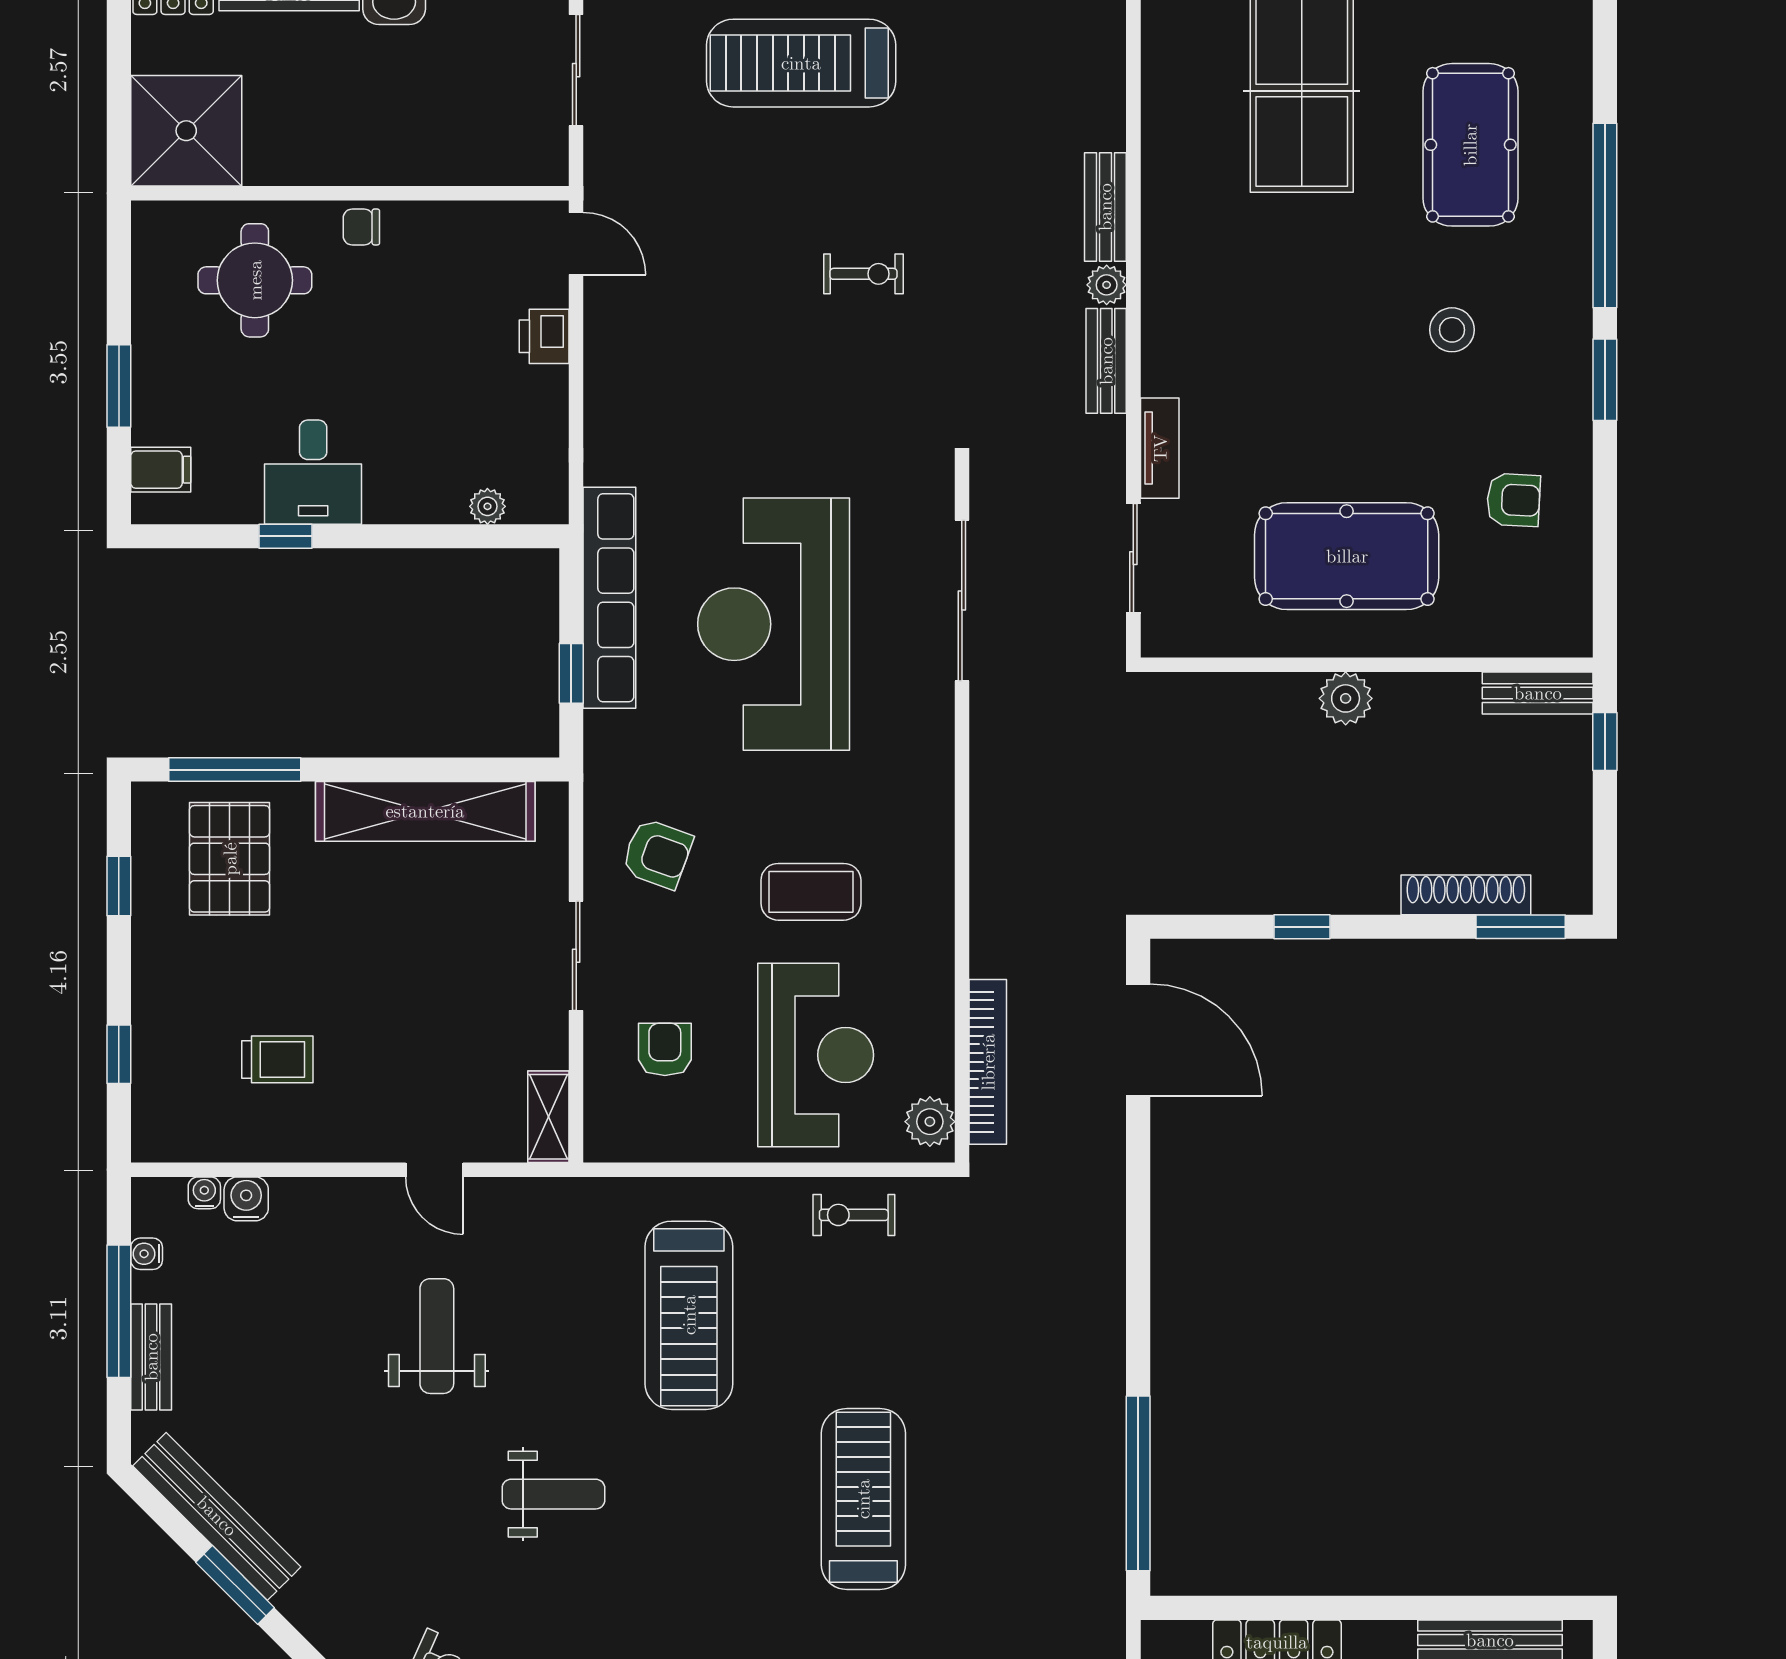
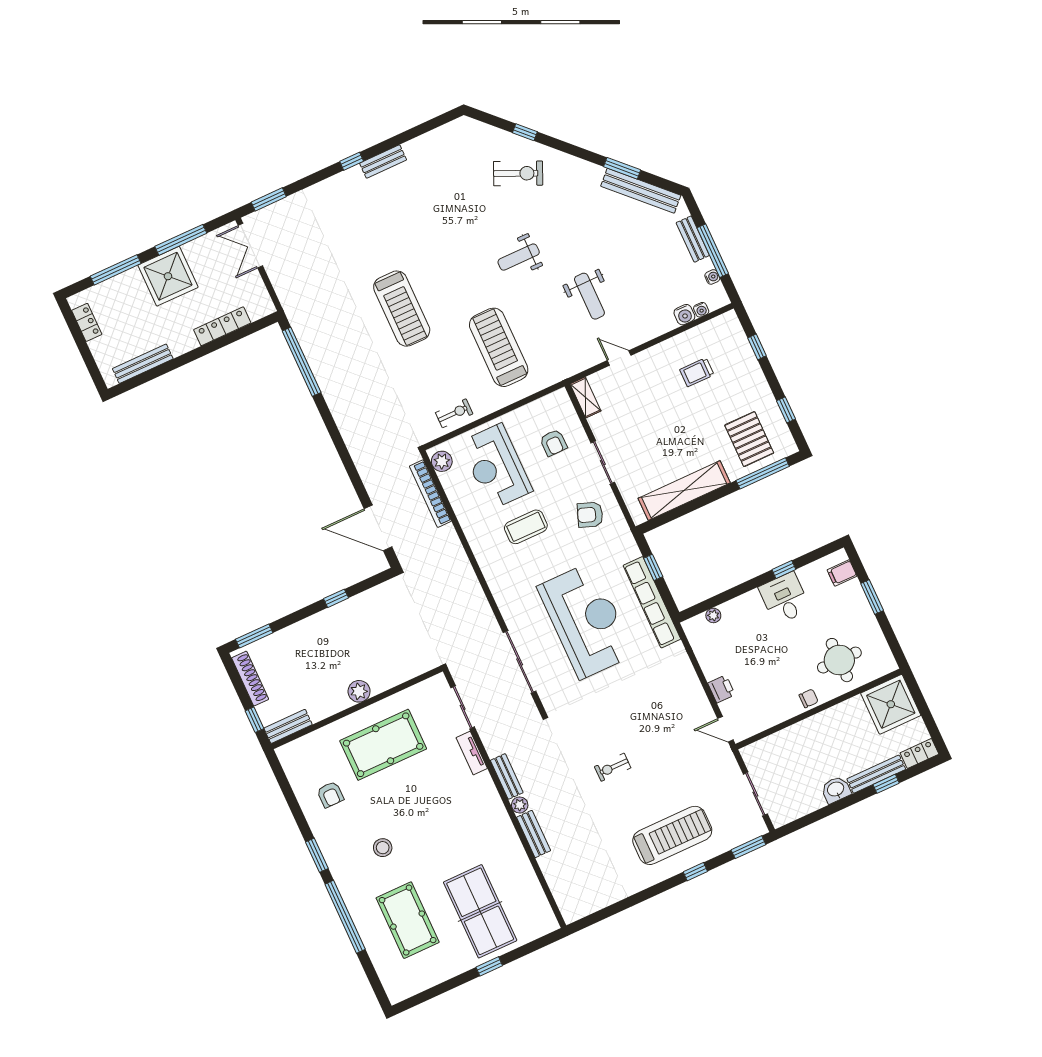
armchair: (1513, 500) -> (330, 795), turned -93
shoe rack: (1466, 895) -> (250, 679), moved, turned -90

